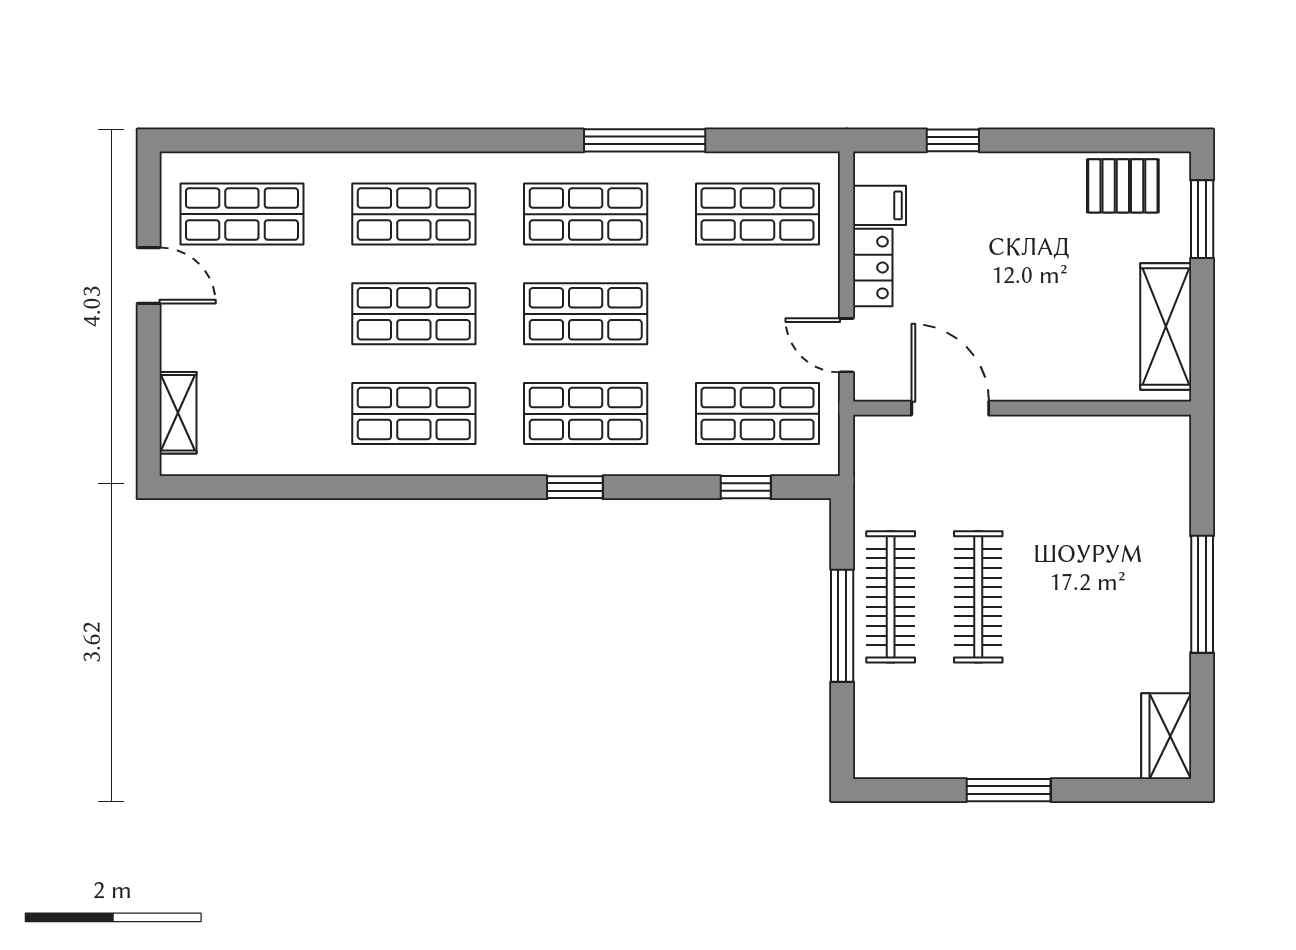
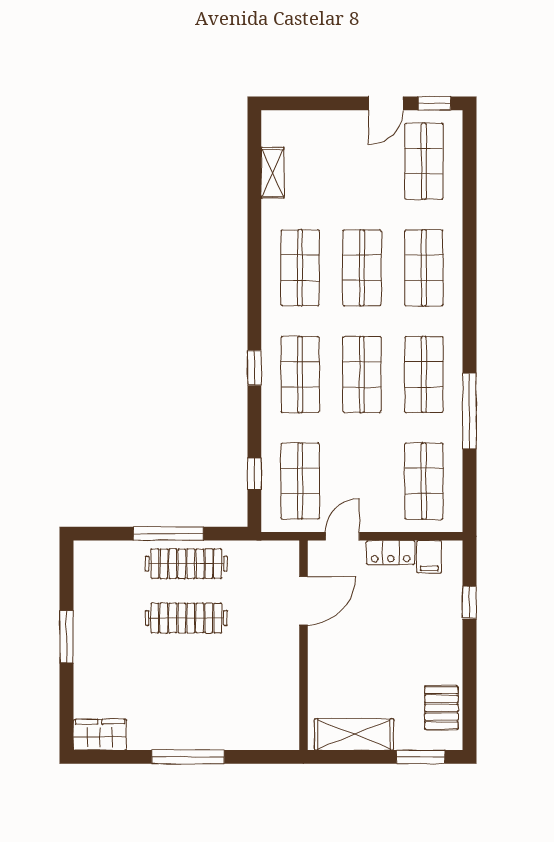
window: (149, 197) -> (434, 103), added
shelving: (178, 413) -> (273, 173), moved, turned 90

